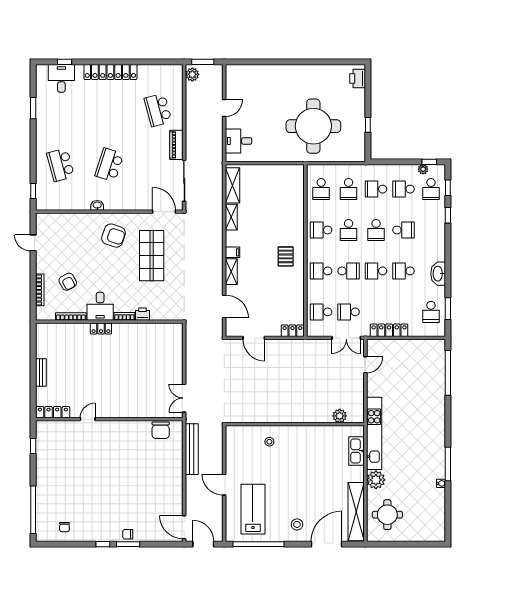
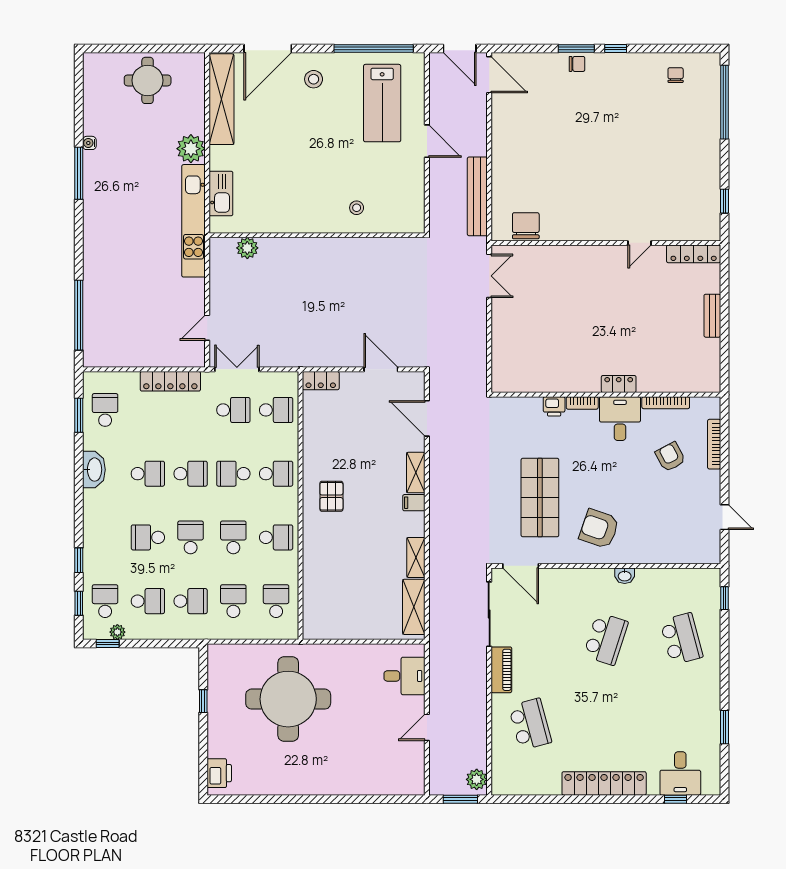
round table: (387, 515) -> (148, 80), moved

